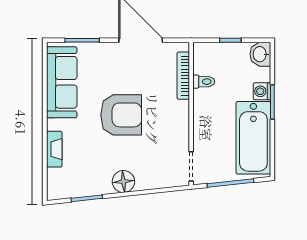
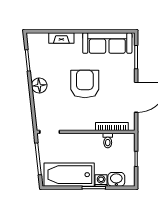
washbasin: (260, 54) -> (116, 179), moved
armchair: (121, 115) -> (85, 84), turned 180

